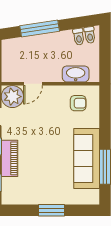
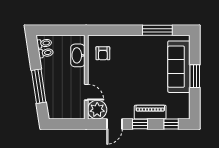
armchair: (78, 103) -> (103, 53), turned 180
sofa: (87, 158) -> (179, 67), moved, turned 90

